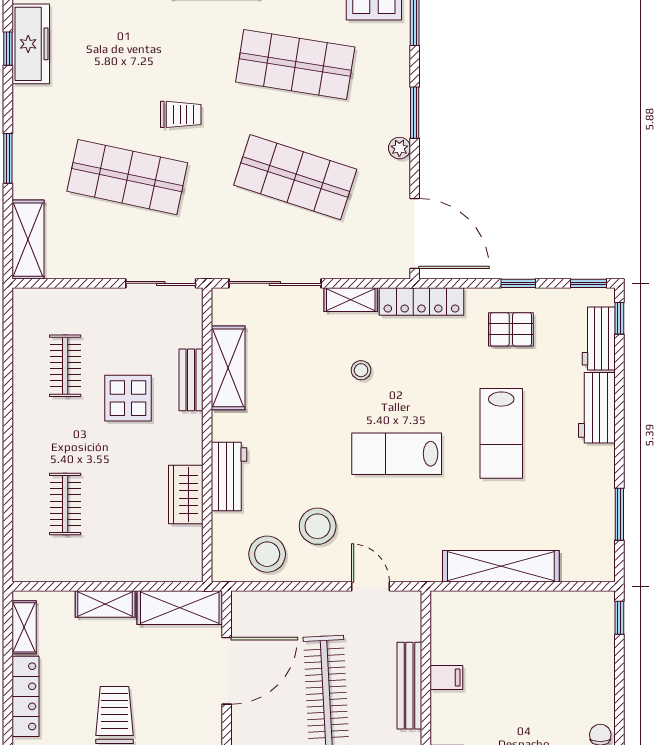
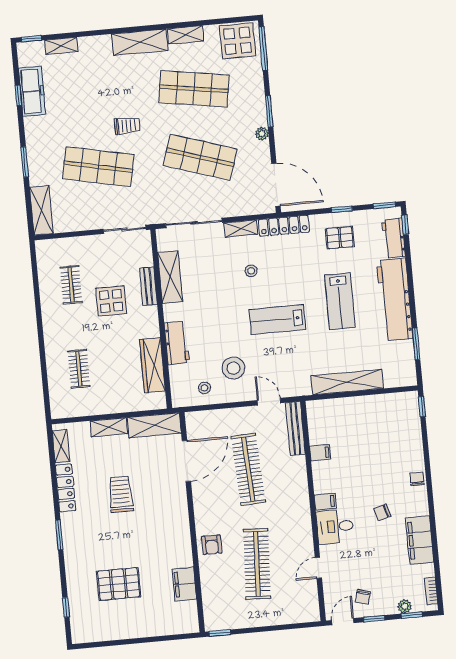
workbench: (597, 408) -> (395, 299), width x1.88, depth x1.32
wardrobe: (186, 495) -> (152, 365), width x1.50
stool: (267, 554) -> (204, 388), width x0.53, depth x0.53
bench: (409, 686) -> (295, 428), moved

